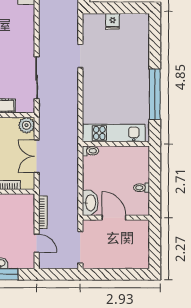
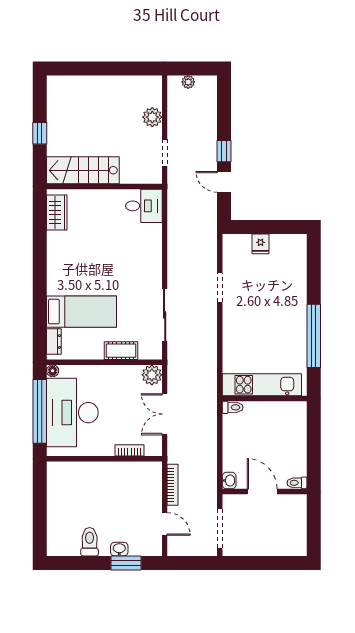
toilet: (141, 188) -> (297, 483), moved
washbasin: (90, 203) -> (229, 481), width x0.52, depth x0.69

